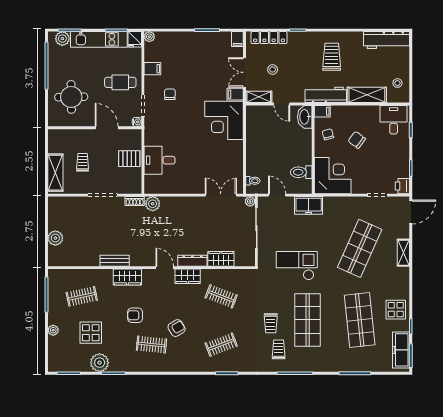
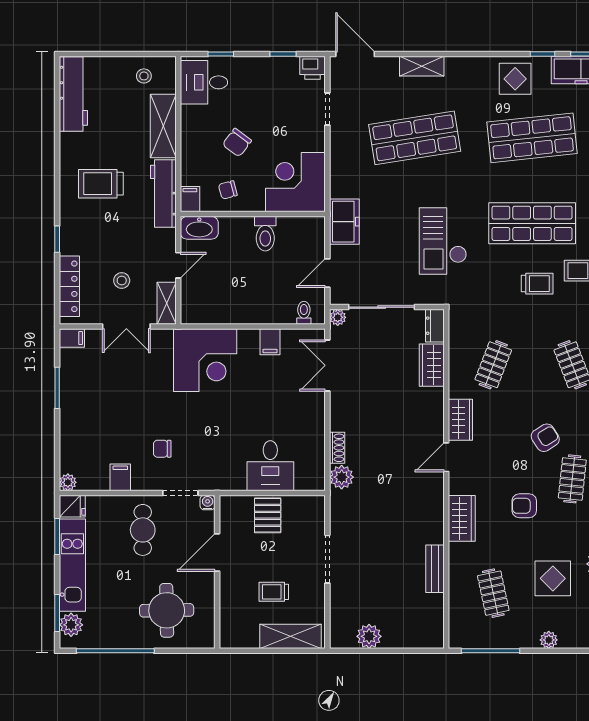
filing cabinet: (235, 94) -> (270, 342), moved
toilet: (301, 172) -> (265, 234), moved
shoe rack: (135, 201) -> (337, 448), moved
plant: (55, 238) -> (369, 636), moved
shop shelf: (360, 248) -> (415, 138), turned -33
bench: (115, 261) -> (435, 569), moved
dresser: (192, 261) -> (435, 326), moved, width x0.70
armchair: (135, 315) -> (524, 506), turned 90
armchair: (177, 328) -> (545, 438), turned 89

